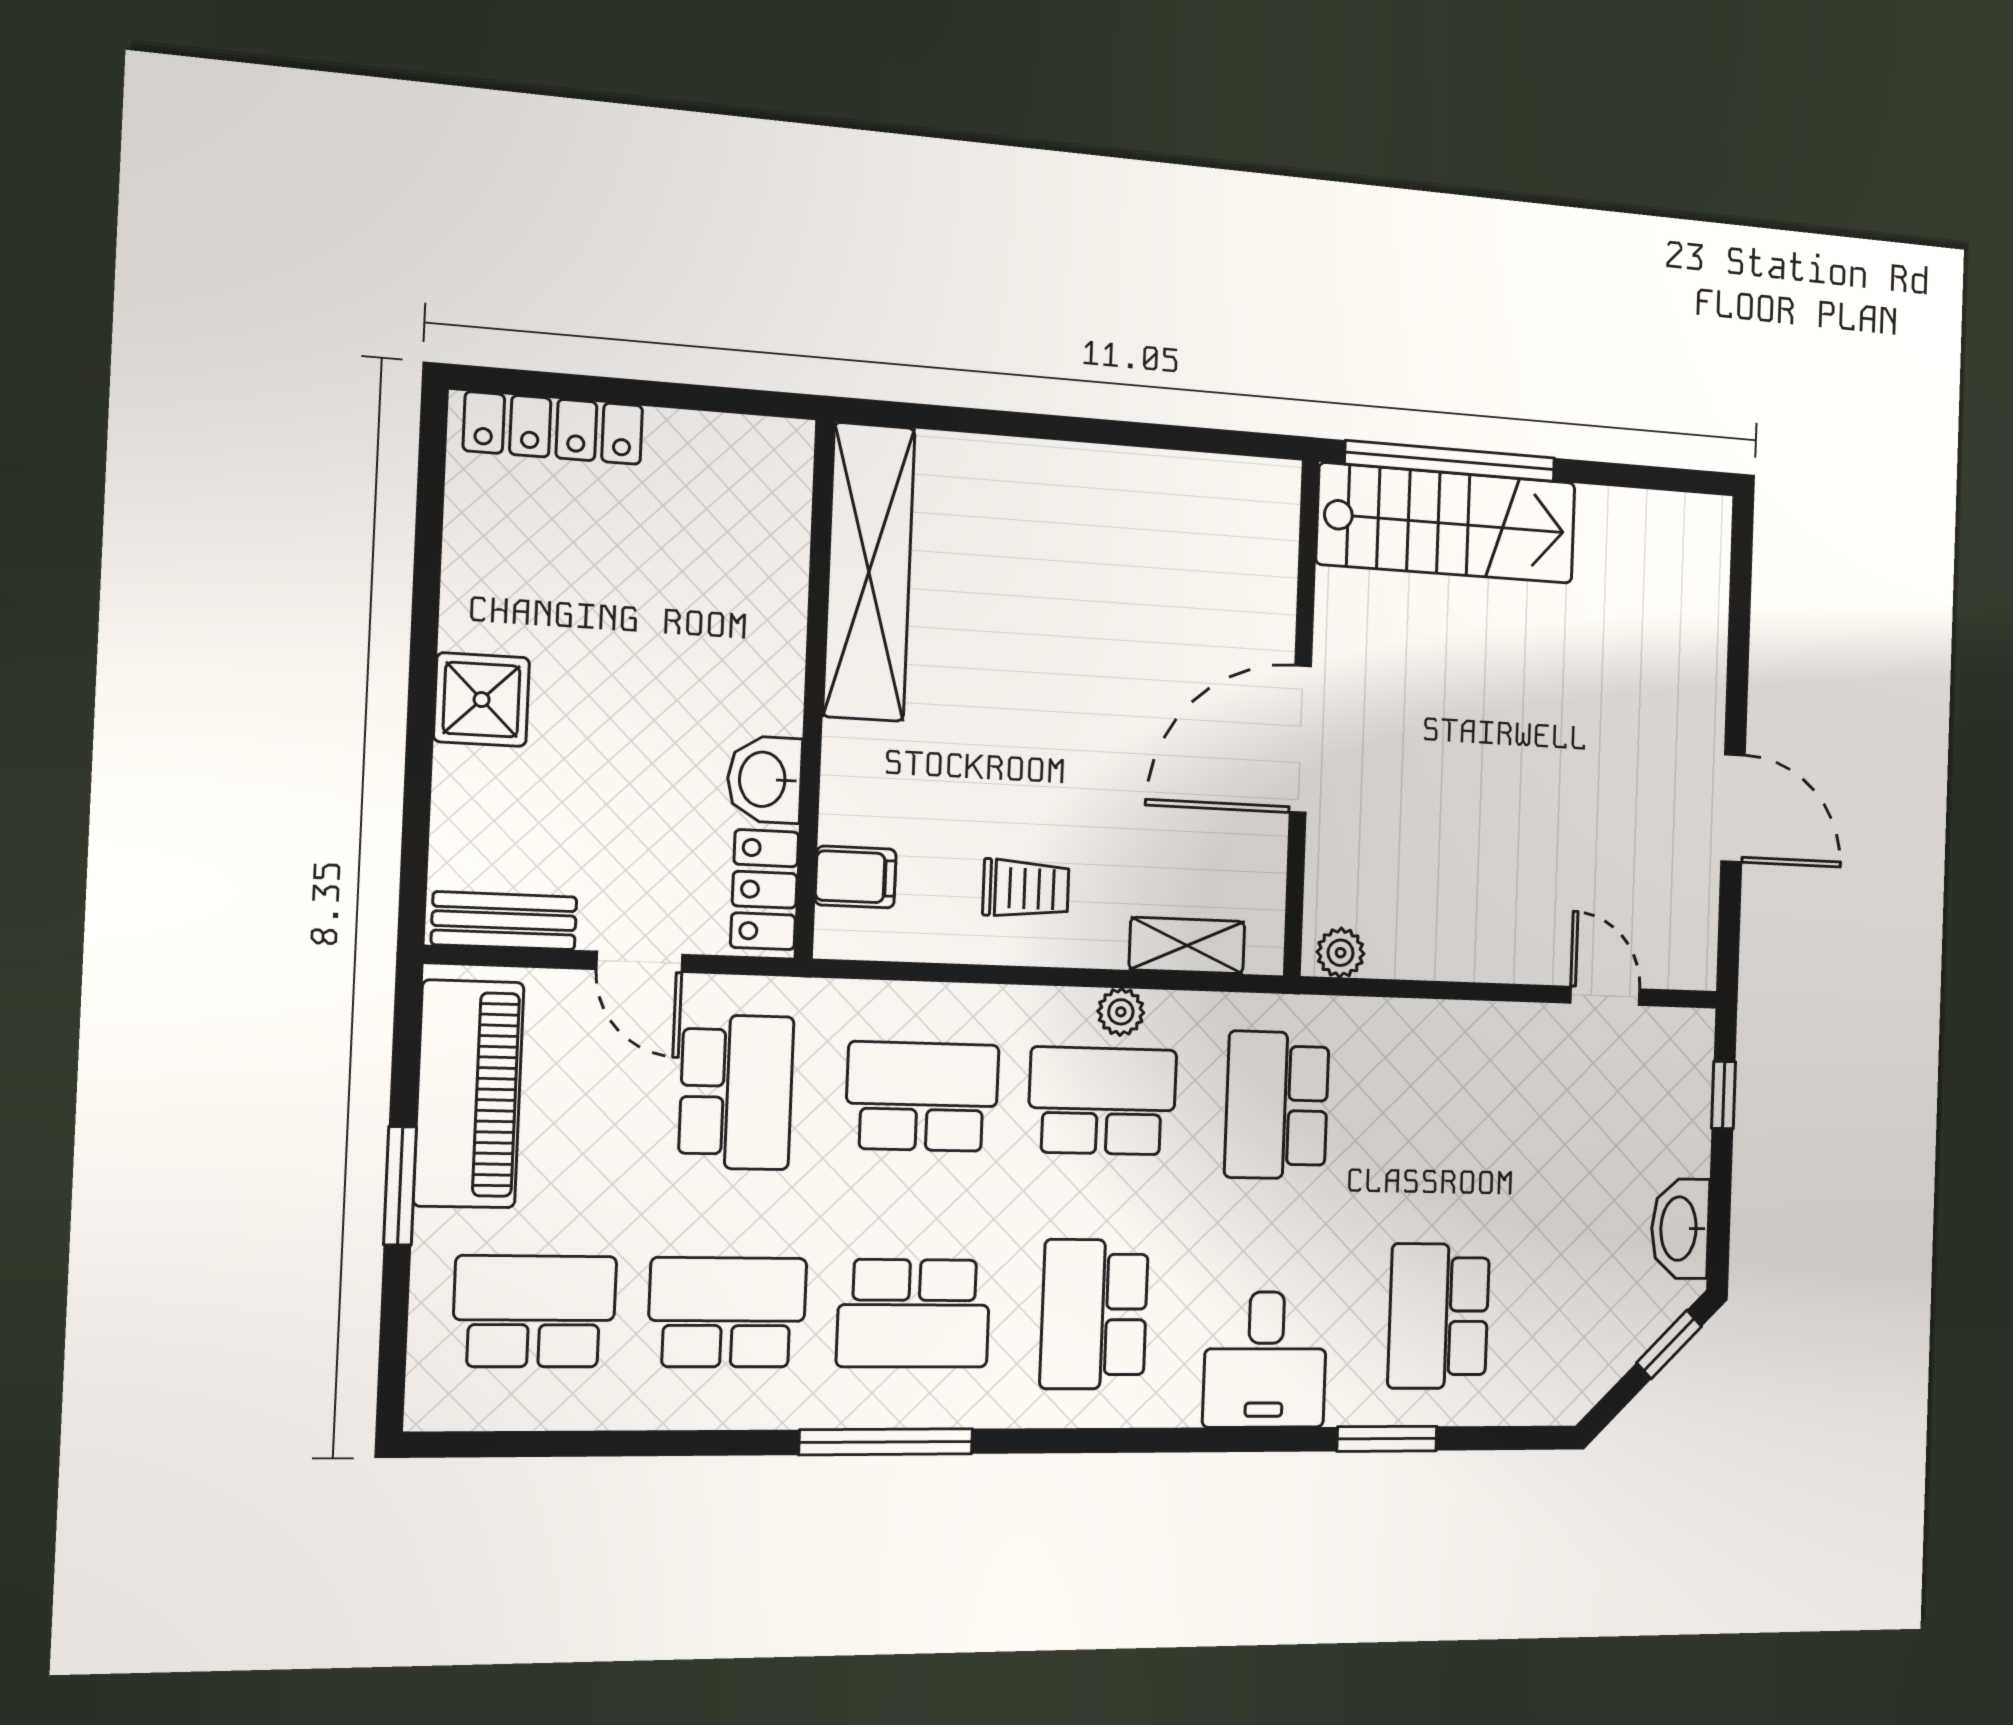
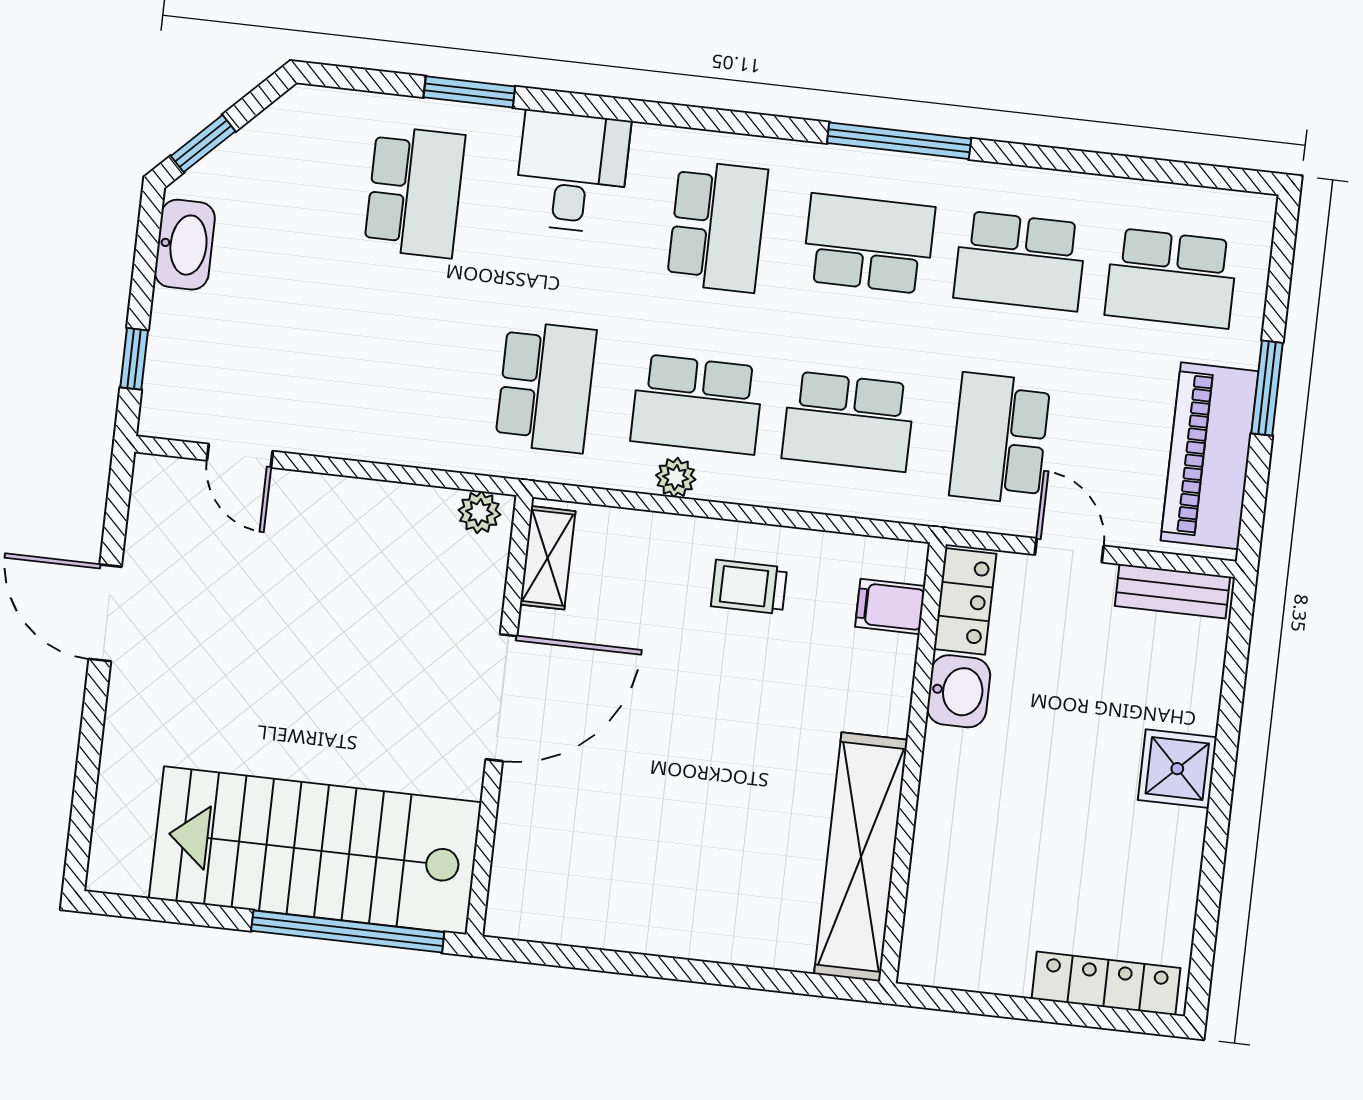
stairs: (1447, 523) -> (315, 850), width x1.36, depth x1.51
shelving: (1187, 946) -> (548, 558), moved, turned 90

